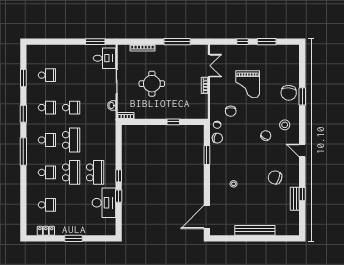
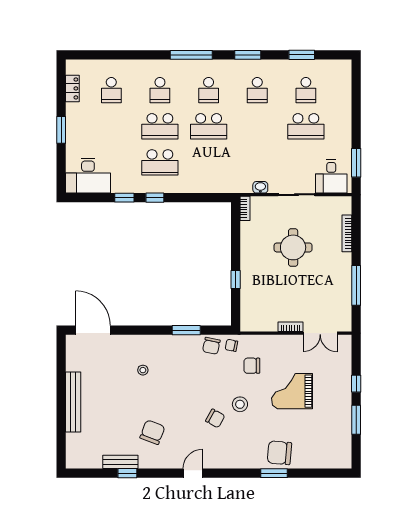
school desk: (71, 108) -> (306, 126), moved, width x1.85
stool: (285, 125) -> (240, 404), moved
desk: (104, 203) -> (88, 176), moved

